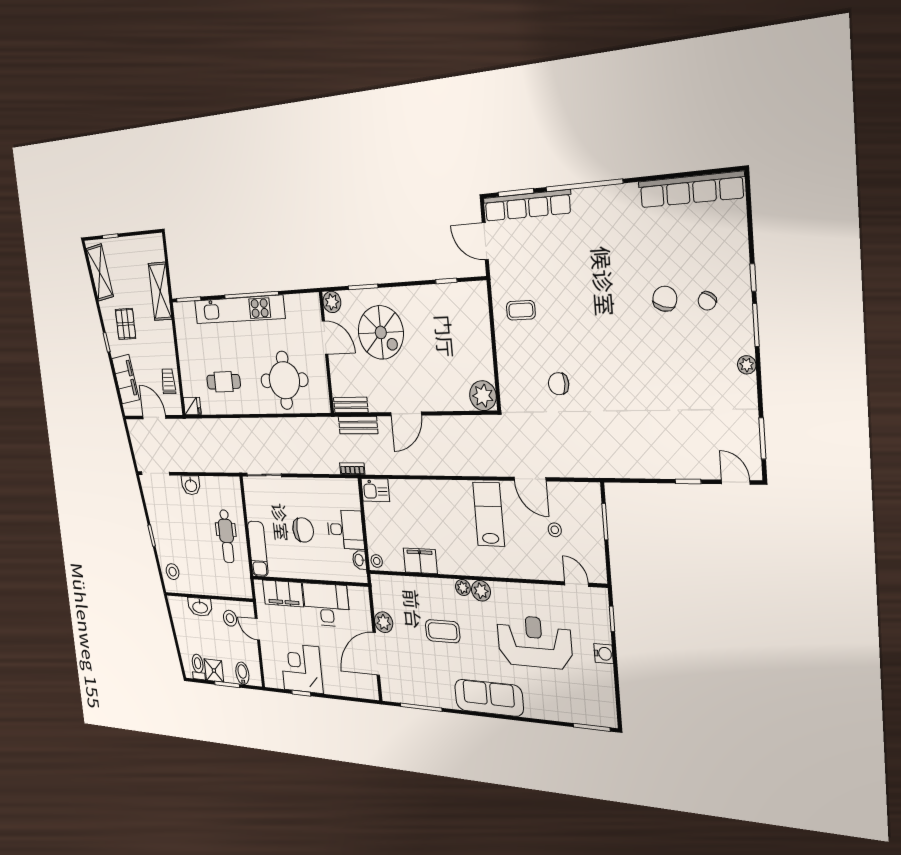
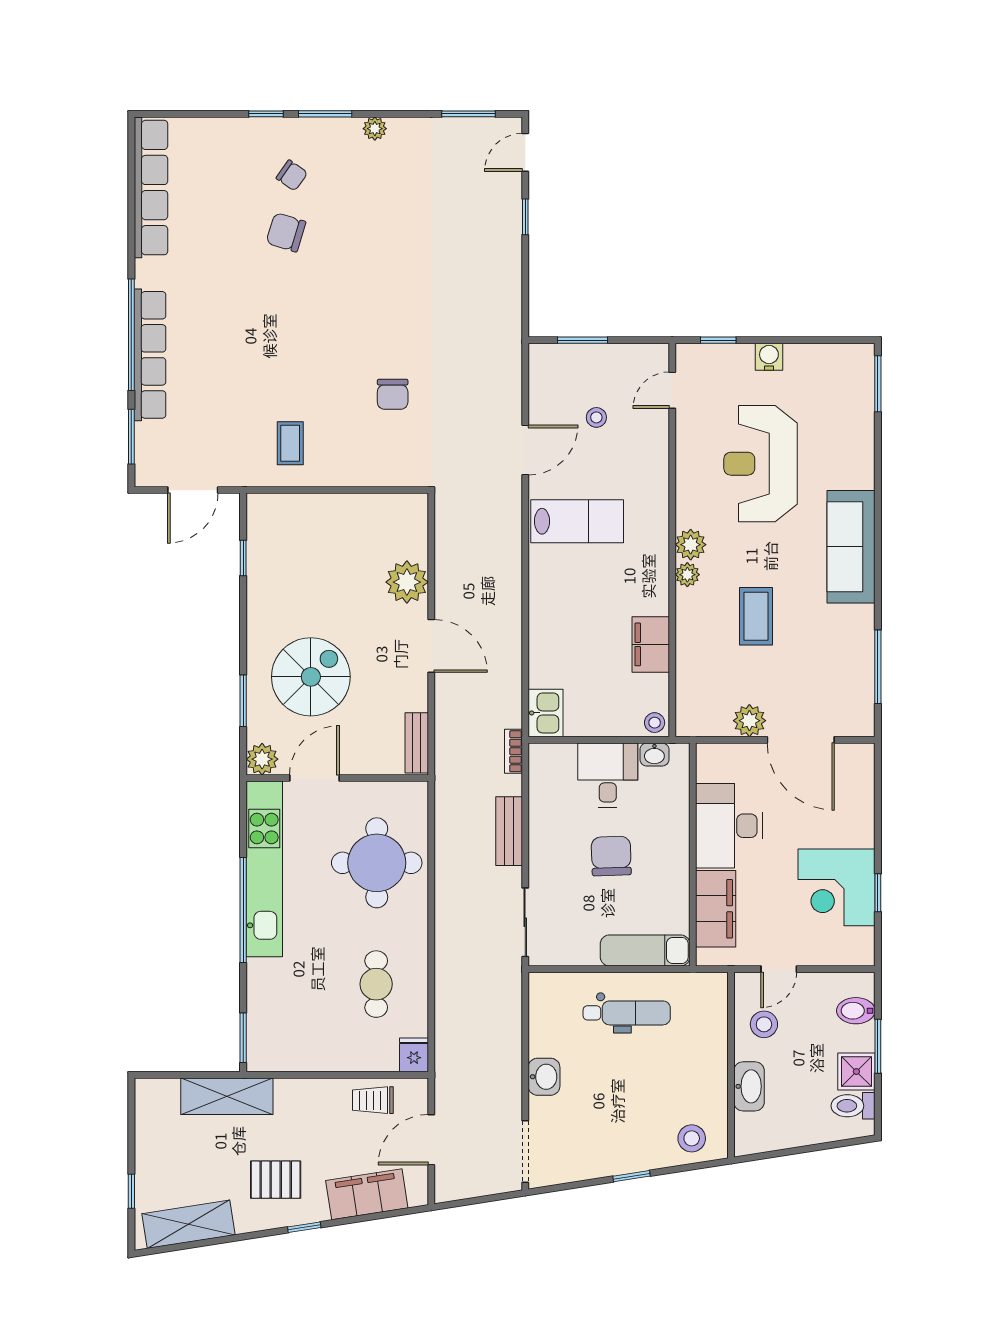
row of seats: (527, 205) -> (150, 355), moved
kitchen unit: (239, 309) -> (264, 869), moved
plant: (483, 396) -> (407, 582), moved
bench: (358, 425) -> (509, 831), moved
lab bench: (489, 514) -> (577, 521), turned 180

